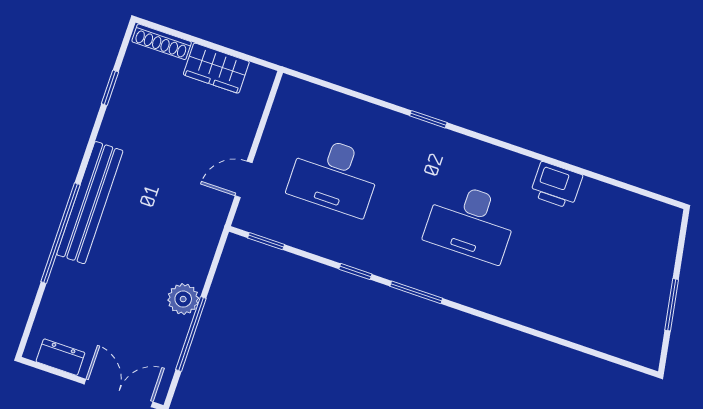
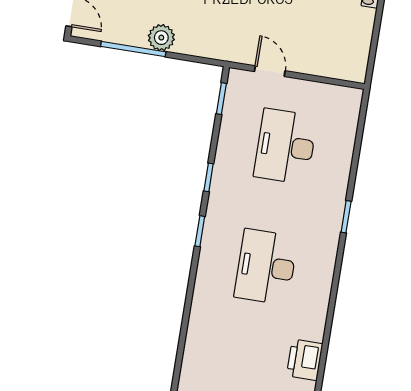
wardrobe: (216, 68) -> (359, 33), removed
printer: (556, 185) -> (305, 360), moved
window: (416, 292) -> (200, 231), width x0.67

